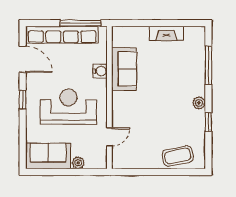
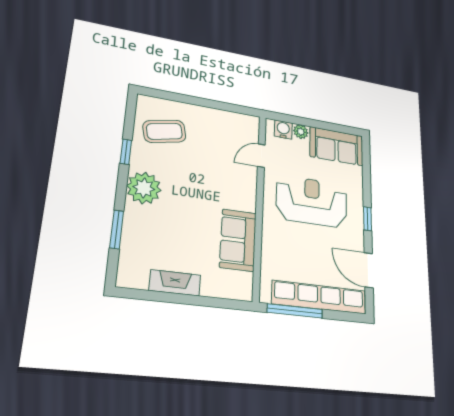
window: (208, 65) -> (117, 229), width x0.69
water cooler: (100, 71) -> (283, 130), moved, turned 90
plant: (199, 103) -> (144, 188), width x1.88, depth x1.88
reception desk: (68, 107) -> (312, 201), turned 180
coffee table: (178, 156) -> (164, 131), moved

